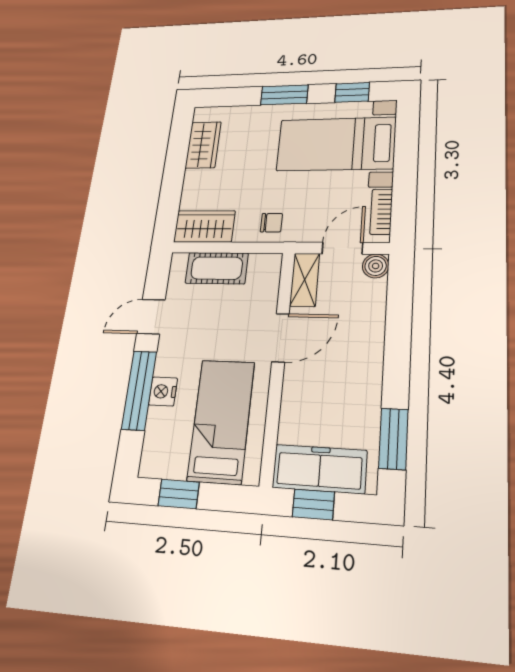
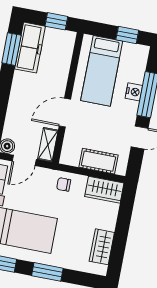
freezer: (319, 469) -> (30, 48), moved, turned -90

